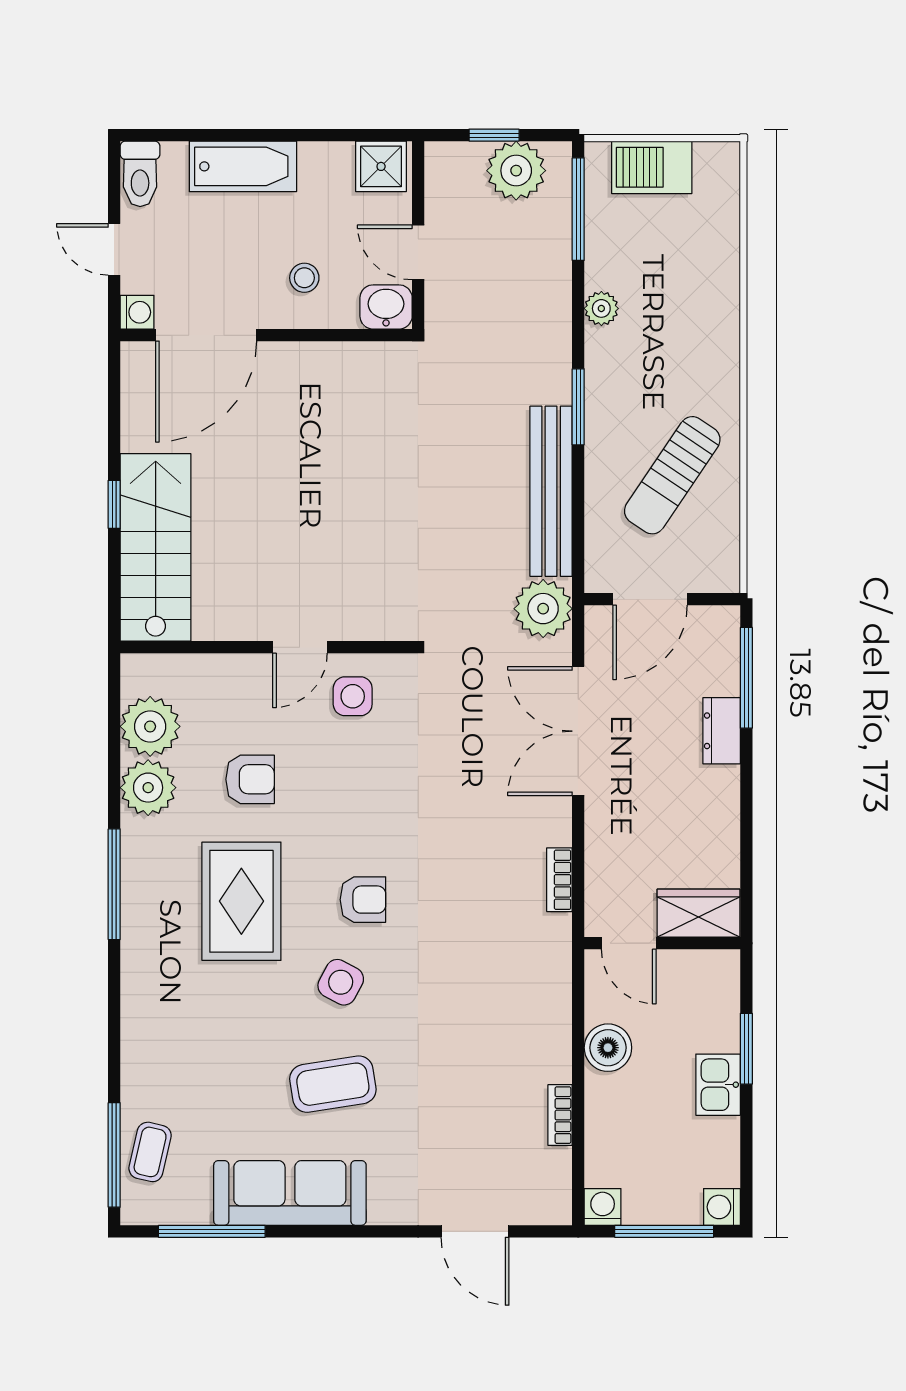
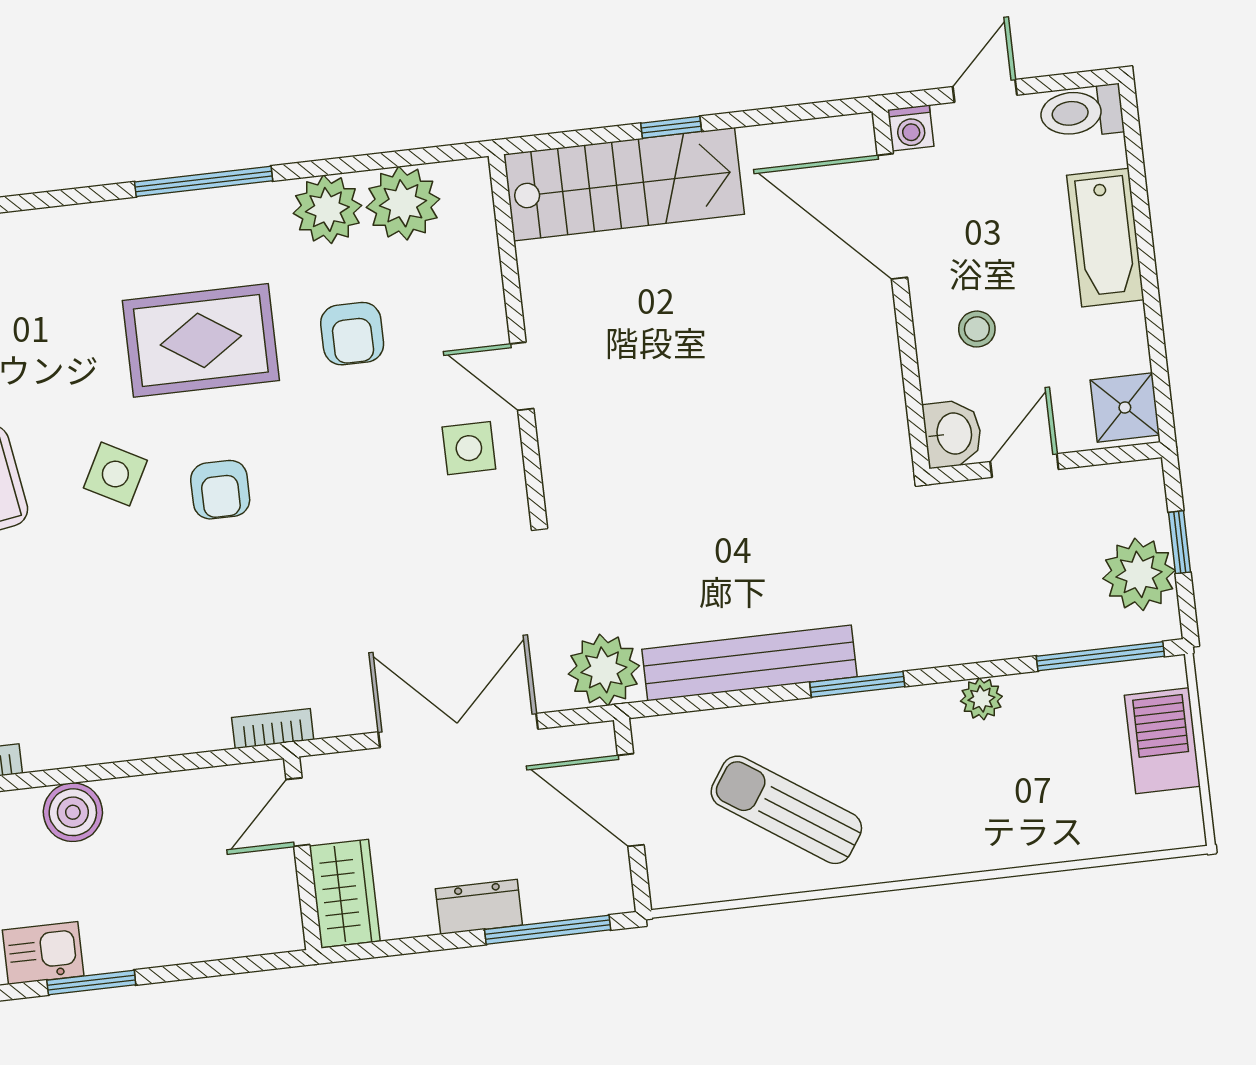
wardrobe: (698, 913) -> (345, 894), moved
door: (629, 943) -> (298, 812), moved
wall: (662, 943) -> (303, 853), moved

